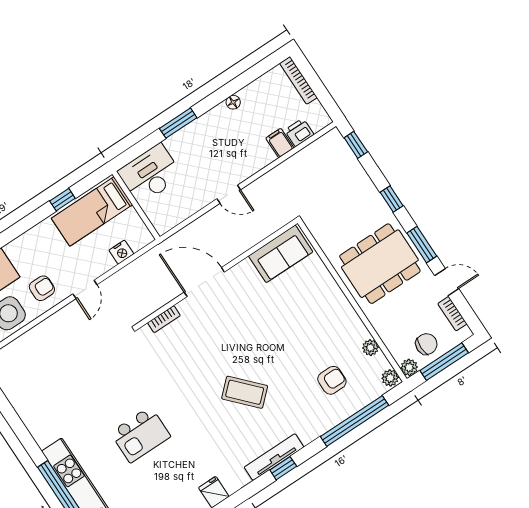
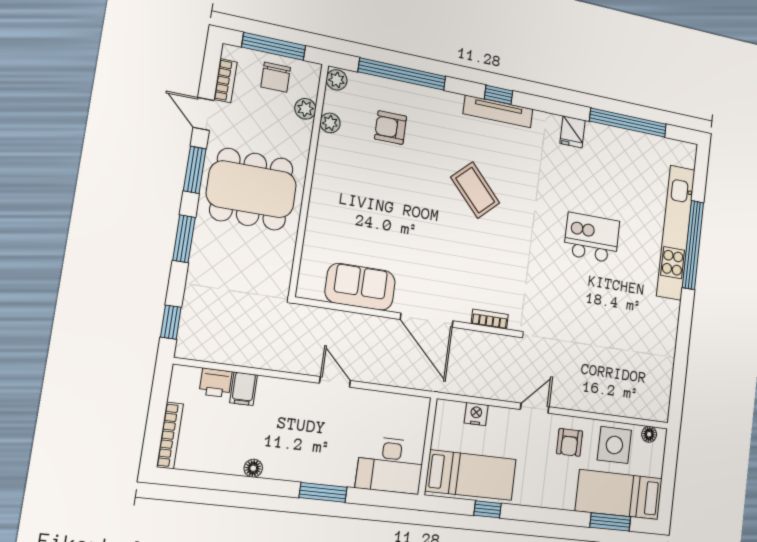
window: (392, 199) -> (184, 239), width x1.50
sofa: (281, 254) -> (360, 287), moved
armchair: (42, 288) -> (570, 442), turned -90
chair: (426, 344) -> (276, 77), turned -90
plant: (409, 367) -> (305, 109), moved

